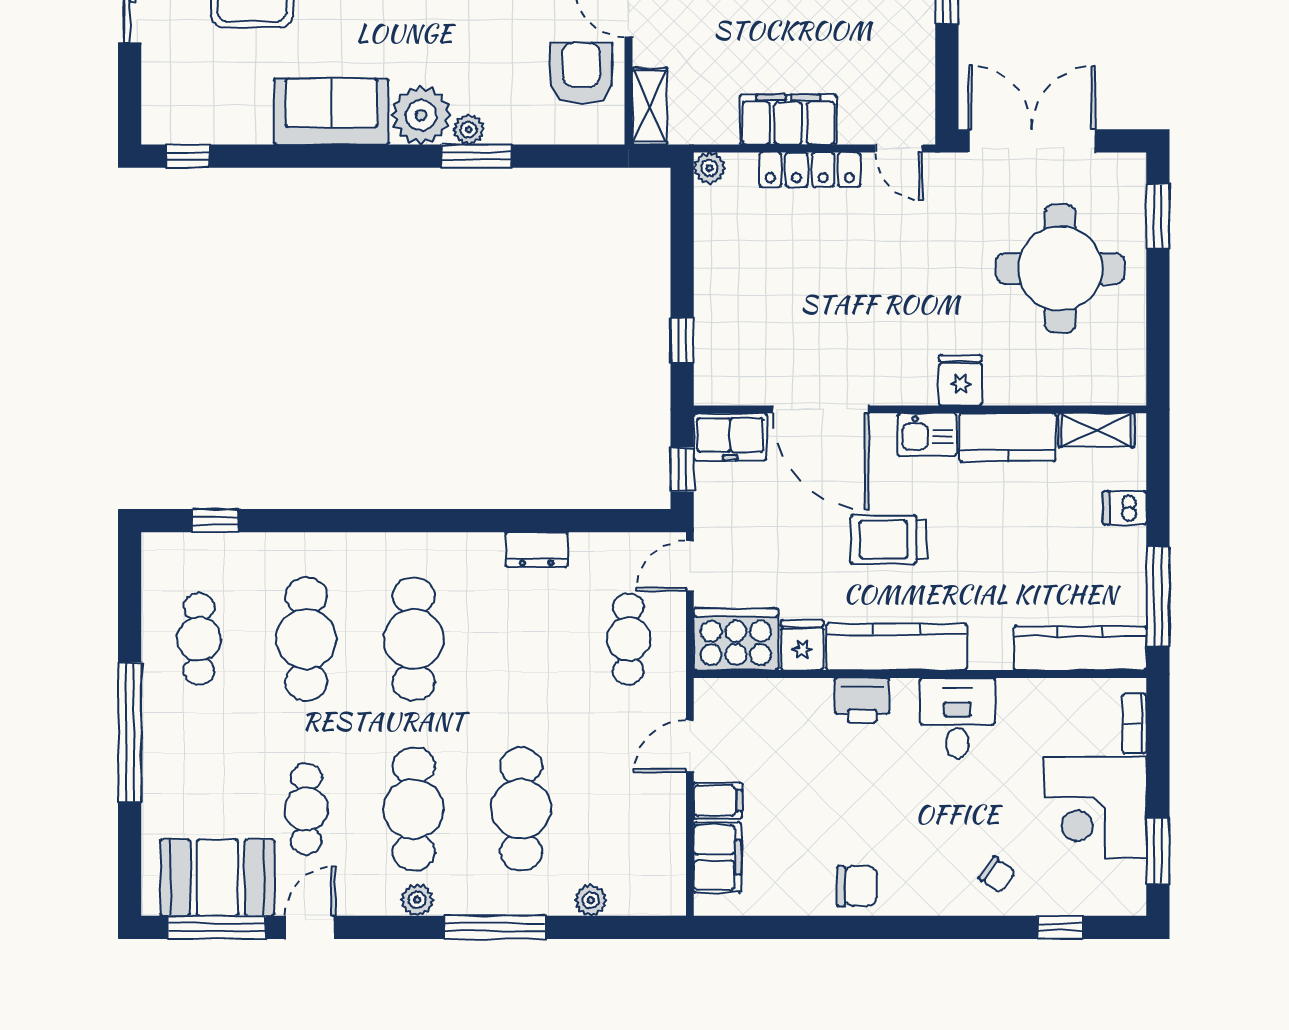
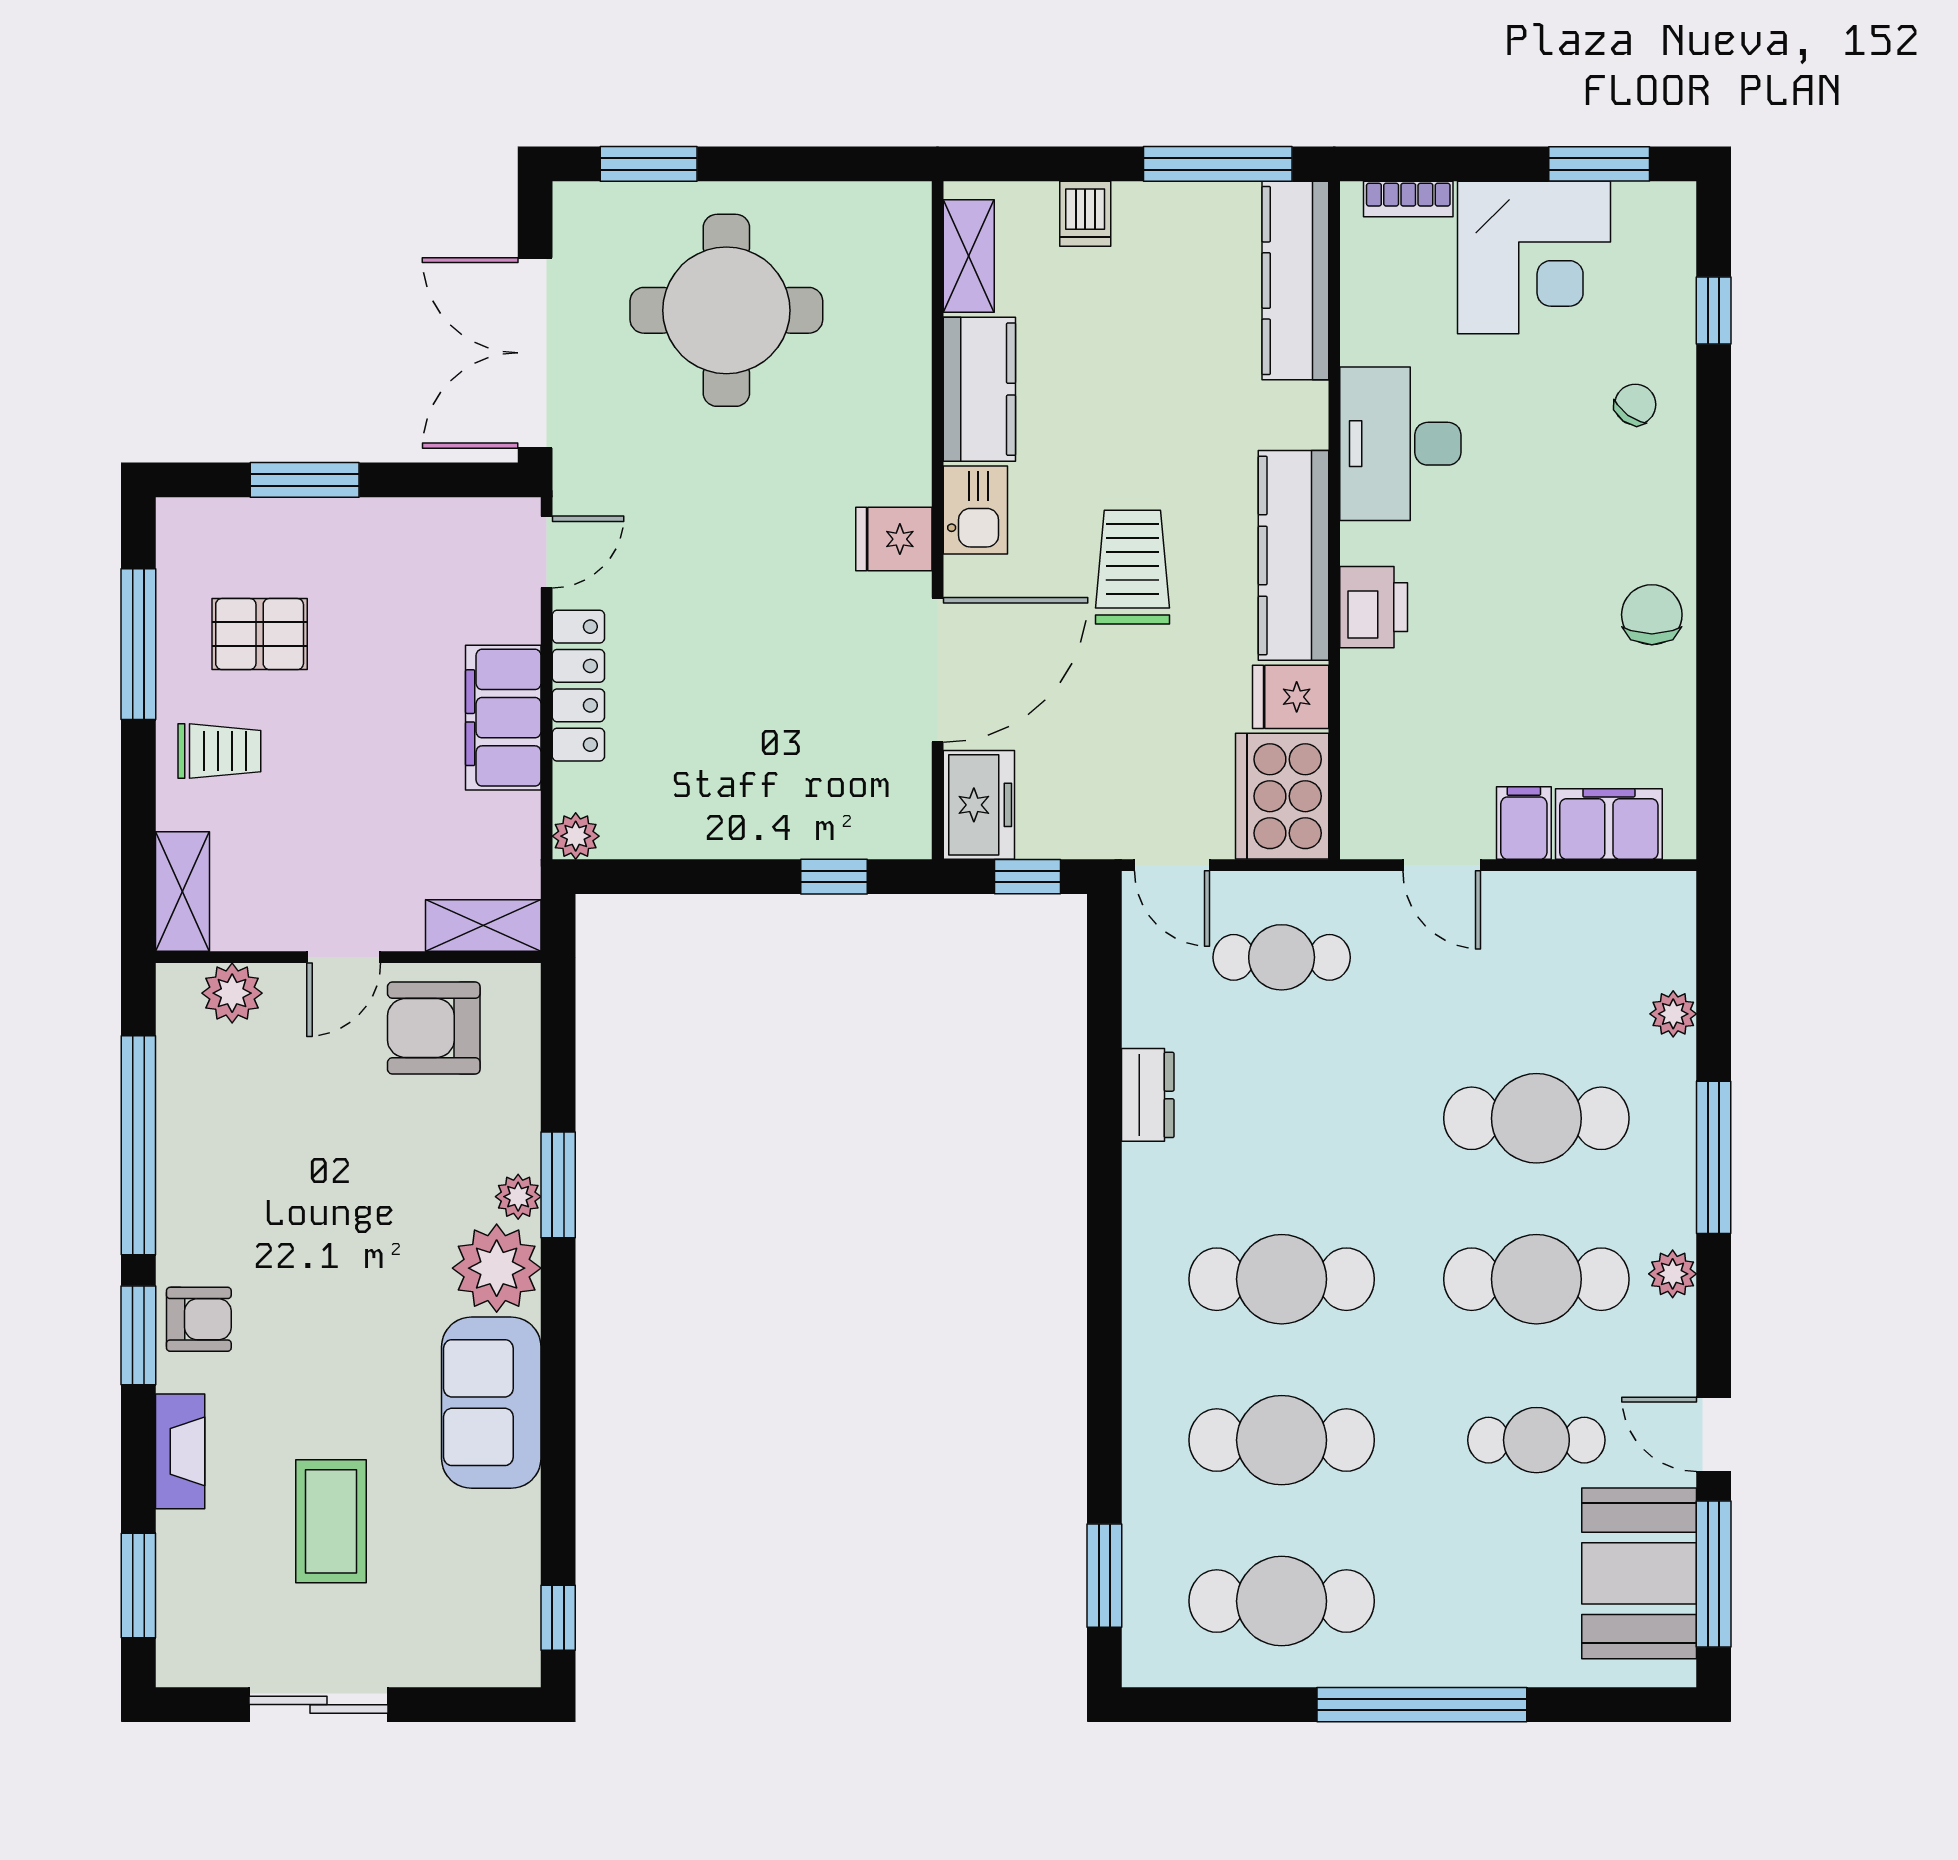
fridge: (960, 380) -> (894, 539), moved
window: (216, 521) -> (1104, 1576), width x1.50
trolley: (889, 539) -> (1132, 567), turned 180
cafe table: (199, 639) -> (1282, 1601), width x1.37, depth x1.35
desk: (957, 718) -> (1400, 444), width x1.37

